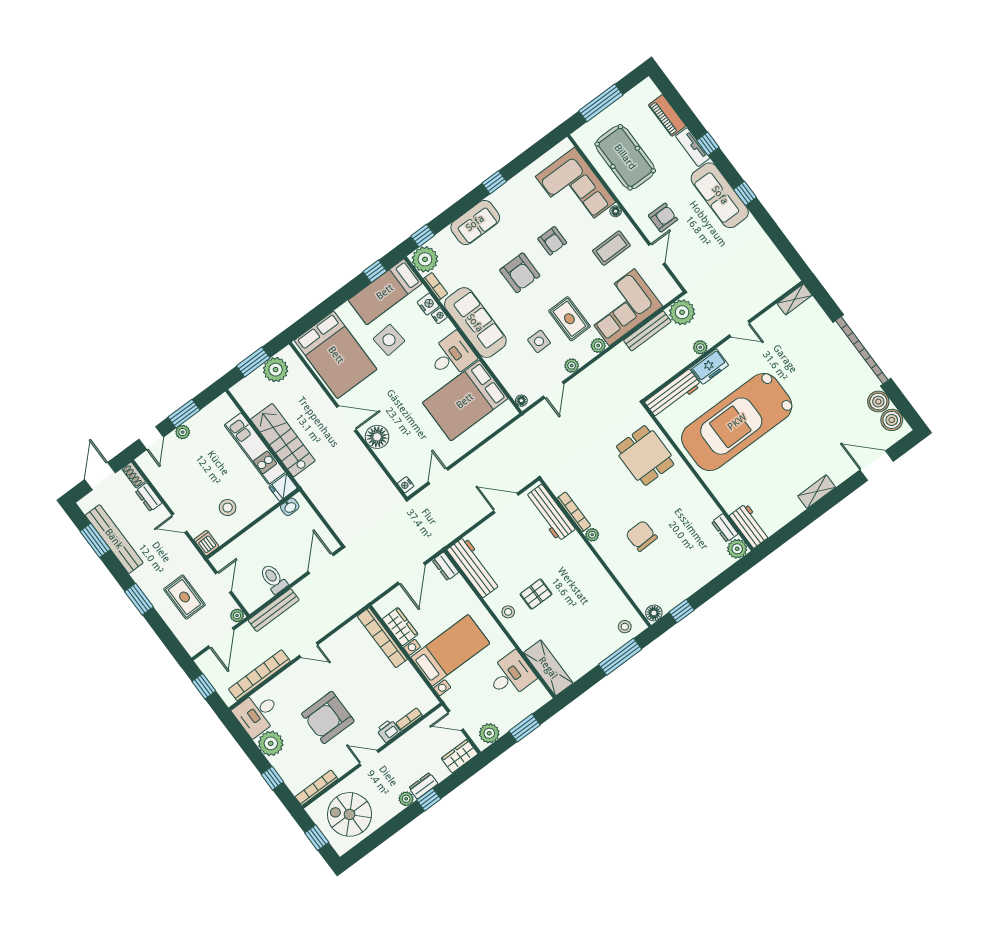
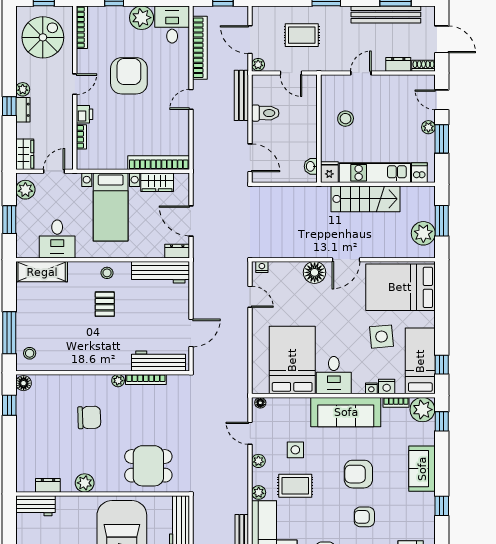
dishwasher: (206, 543) -> (419, 173), moved, turned -90
plant: (737, 549) -> (85, 483), moved

